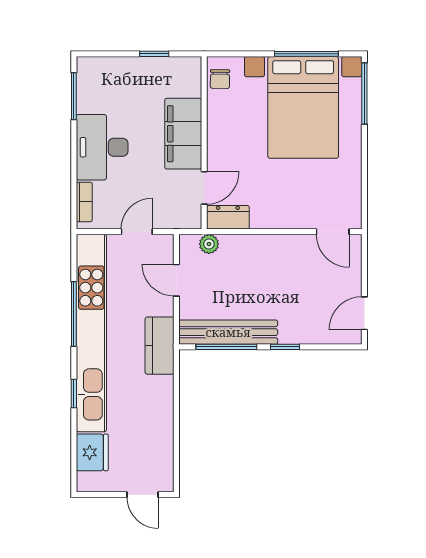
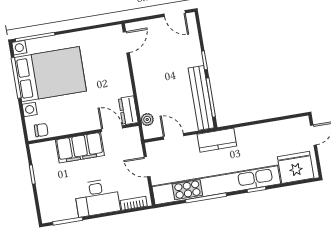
door: (176, 280) -> (174, 136), swing flipped
fridge: (92, 452) -> (296, 167), width x1.36, depth x1.34

